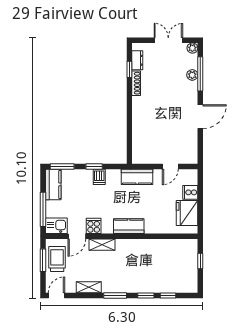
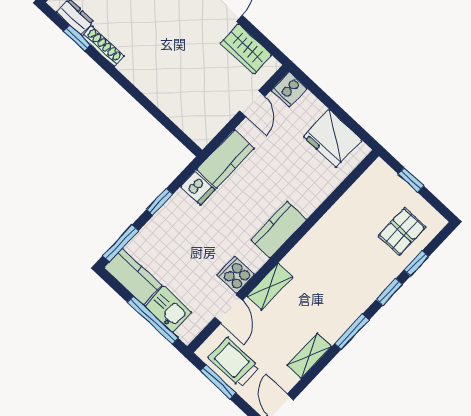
wardrobe: (190, 143) -> (246, 49), added
dishwasher: (99, 177) -> (198, 188), moved
cooker: (190, 192) -> (289, 89), moved
kitchen sink: (56, 226) -> (168, 309), moved, turned 90
pallet: (176, 277) -> (402, 231), added

